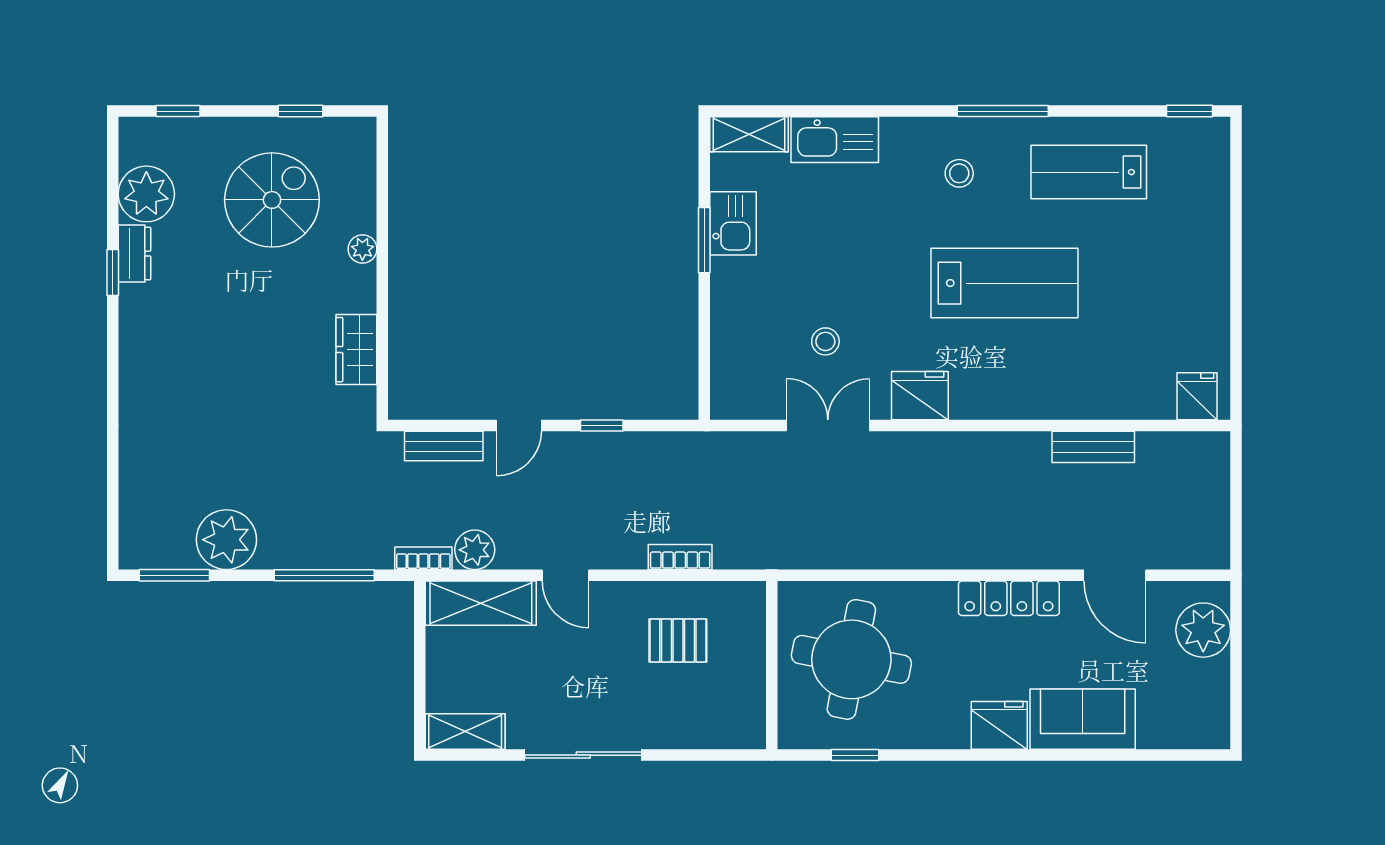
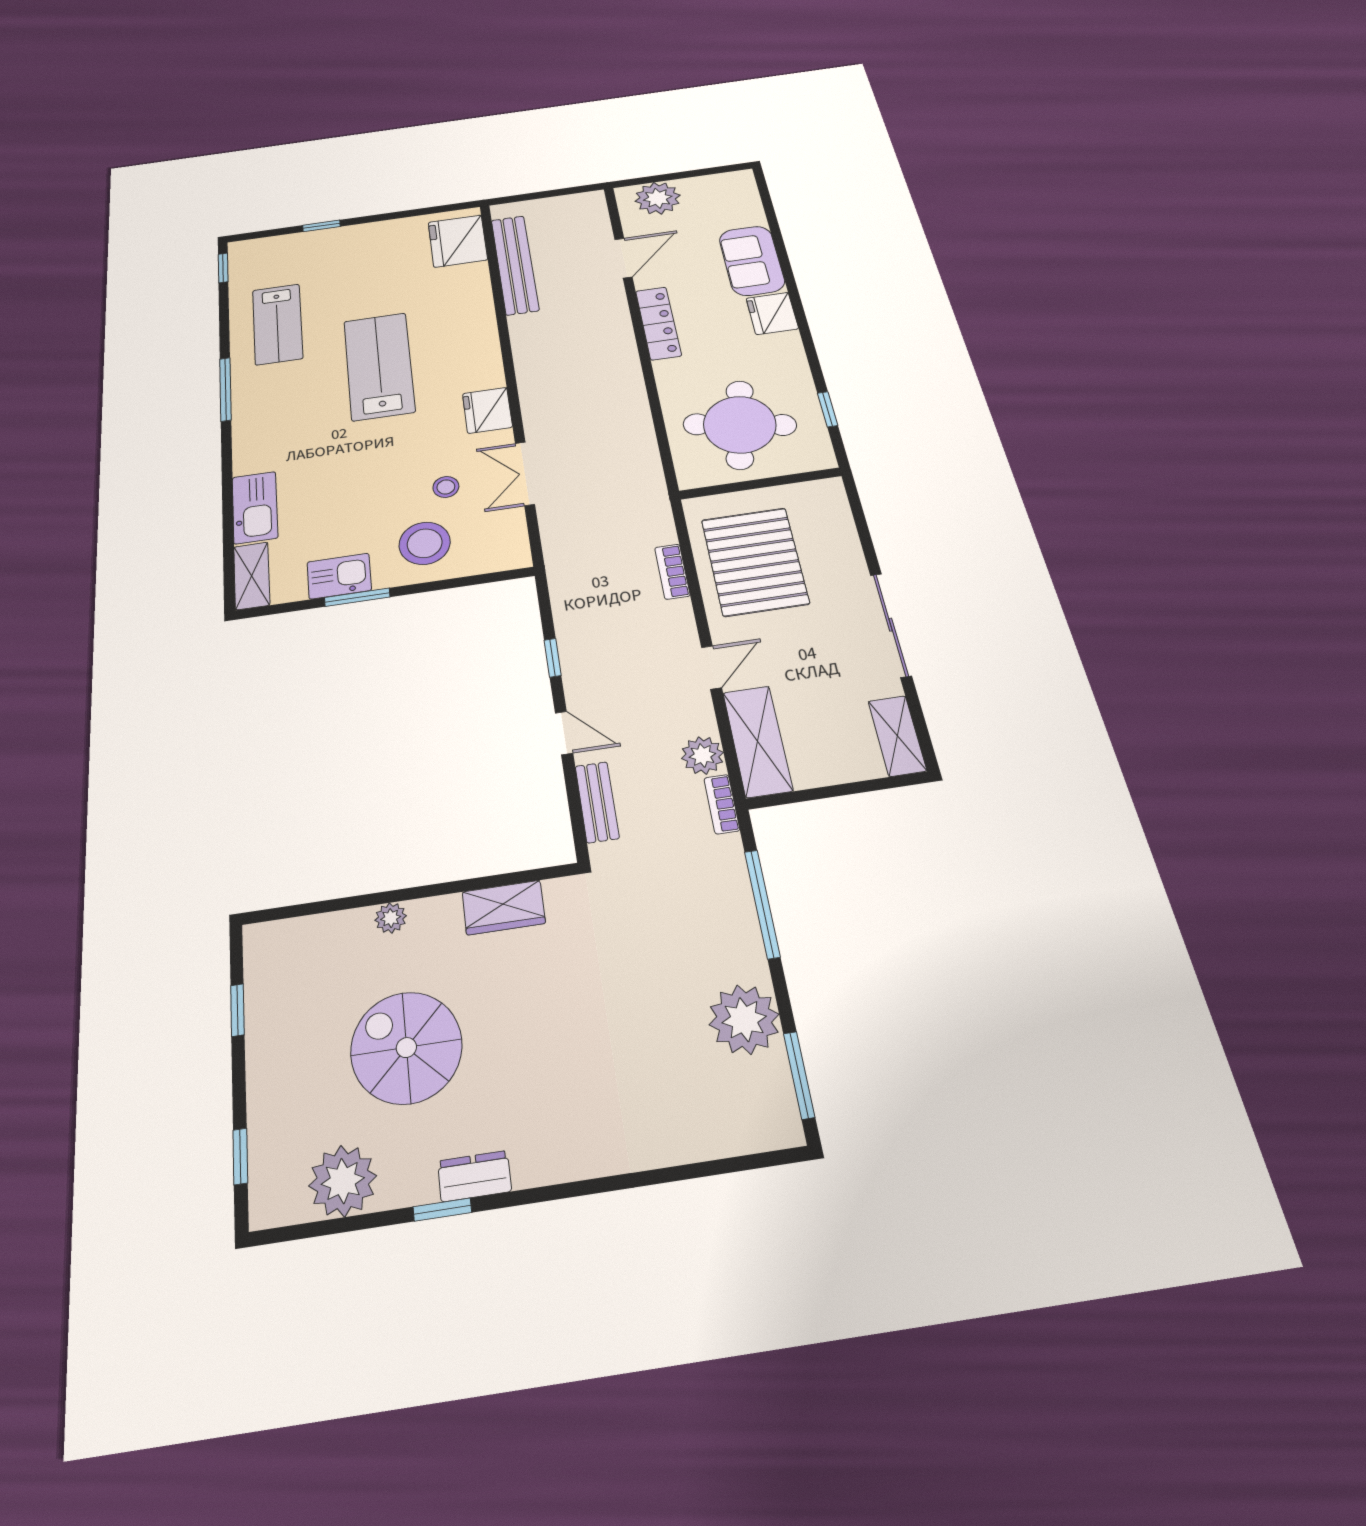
stool: (959, 173) -> (425, 543), moved, width x1.89, depth x1.89
spiral stairs: (272, 200) -> (406, 1048), moved
window: (1236, 230) -> (321, 226), added
dresser: (134, 254) -> (474, 1176), moved
fridge: (1197, 396) -> (458, 241), width x1.88, depth x1.34
bench: (1093, 447) -> (515, 265), width x1.86, depth x1.21
pallet: (678, 640) -> (755, 561), width x2.05, depth x2.00

